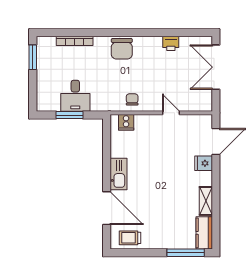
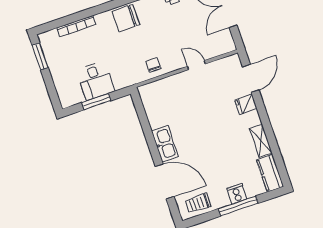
chair: (122, 49) -> (126, 18), turned 90
cooker: (126, 122) -> (237, 194), moved, turned 180
window: (186, 253) -> (238, 206), moved

